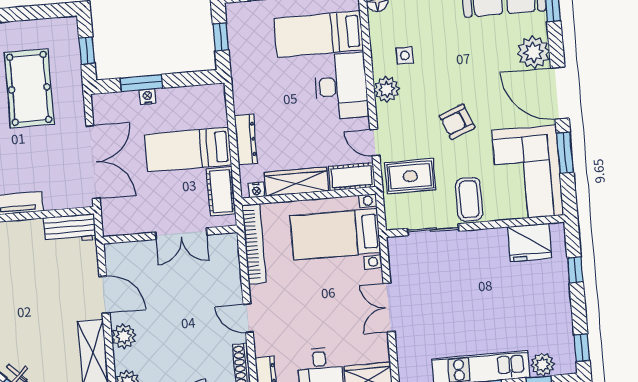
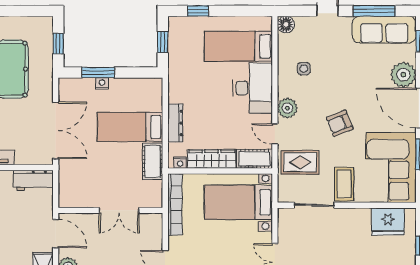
plant: (387, 89) -> (287, 108), moved
double door: (181, 234) -> (119, 210), moved
wall: (170, 235) -> (110, 210), moved

